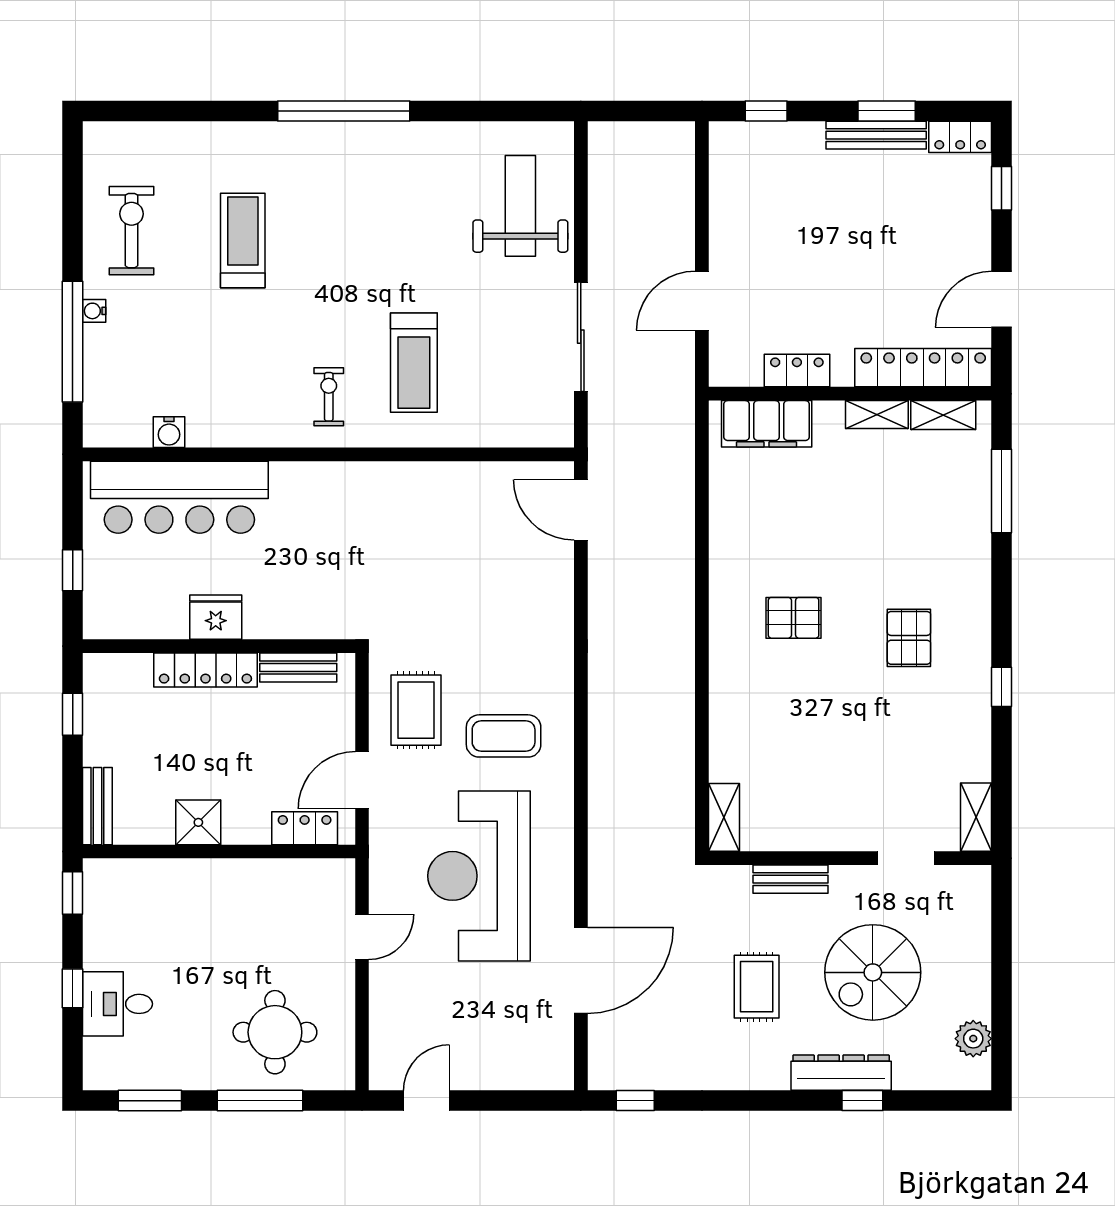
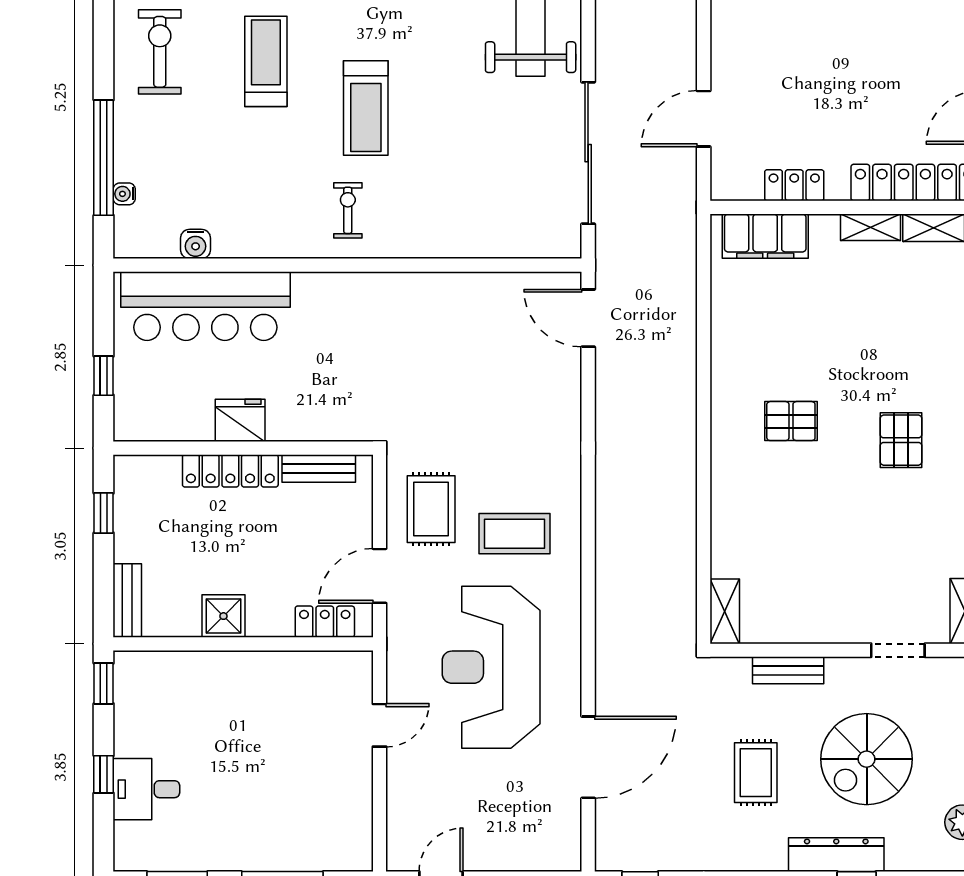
water cooler: (94, 311) -> (124, 194), moved
sliding door: (581, 337) -> (588, 153), width x1.36
treadmill: (414, 363) -> (366, 108), moved
round table: (275, 1032) -> (297, 816), removed

